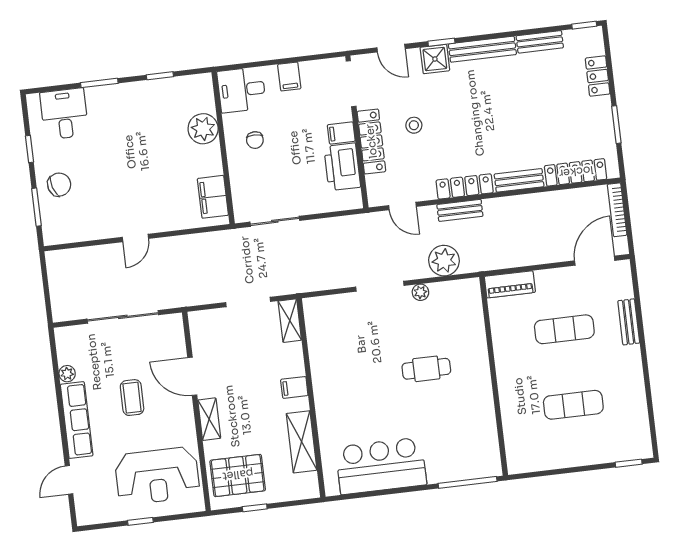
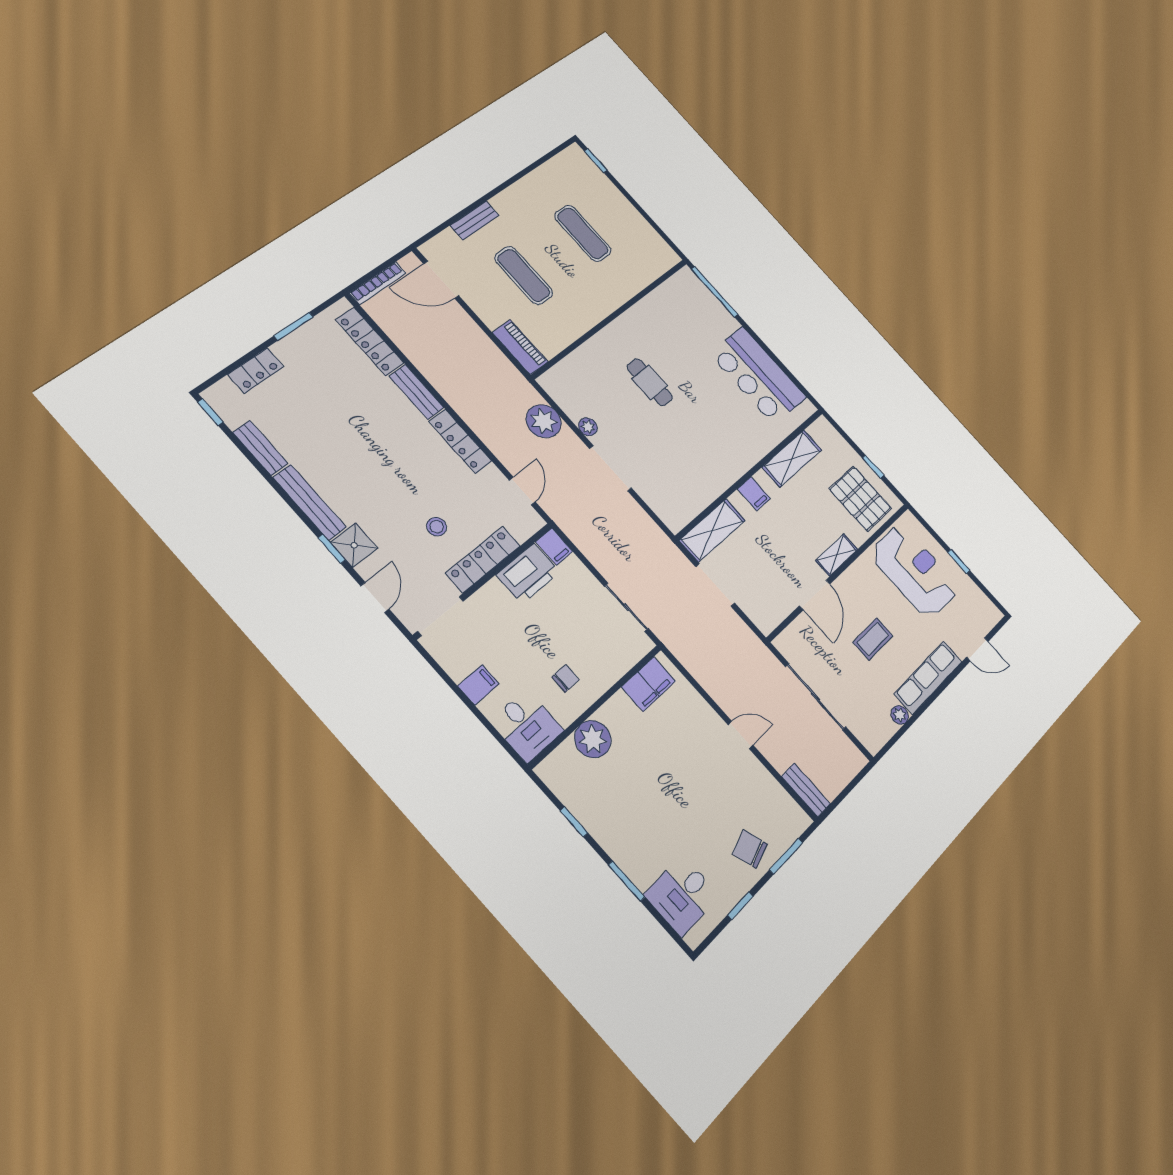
filing cabinet: (341, 133) -> (554, 547), moved
bench: (460, 210) -> (806, 790), moved
shelving: (290, 321) -> (712, 530), width x1.50, depth x1.33

